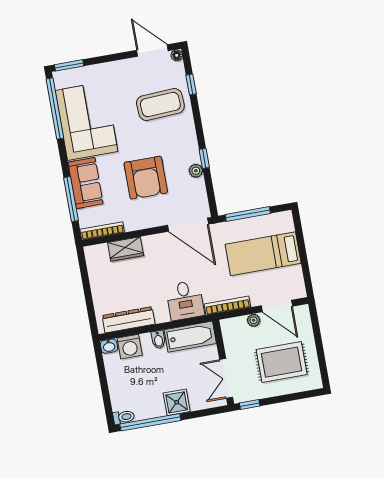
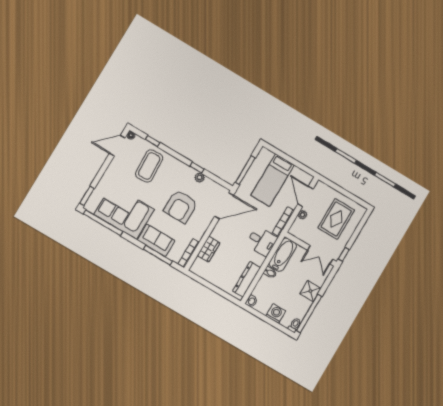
armchair: (146, 178) -> (181, 207), turned 90
door: (277, 306) -> (305, 196), swing flipped
washing machine: (130, 347) -> (276, 313), moved, turned -90

